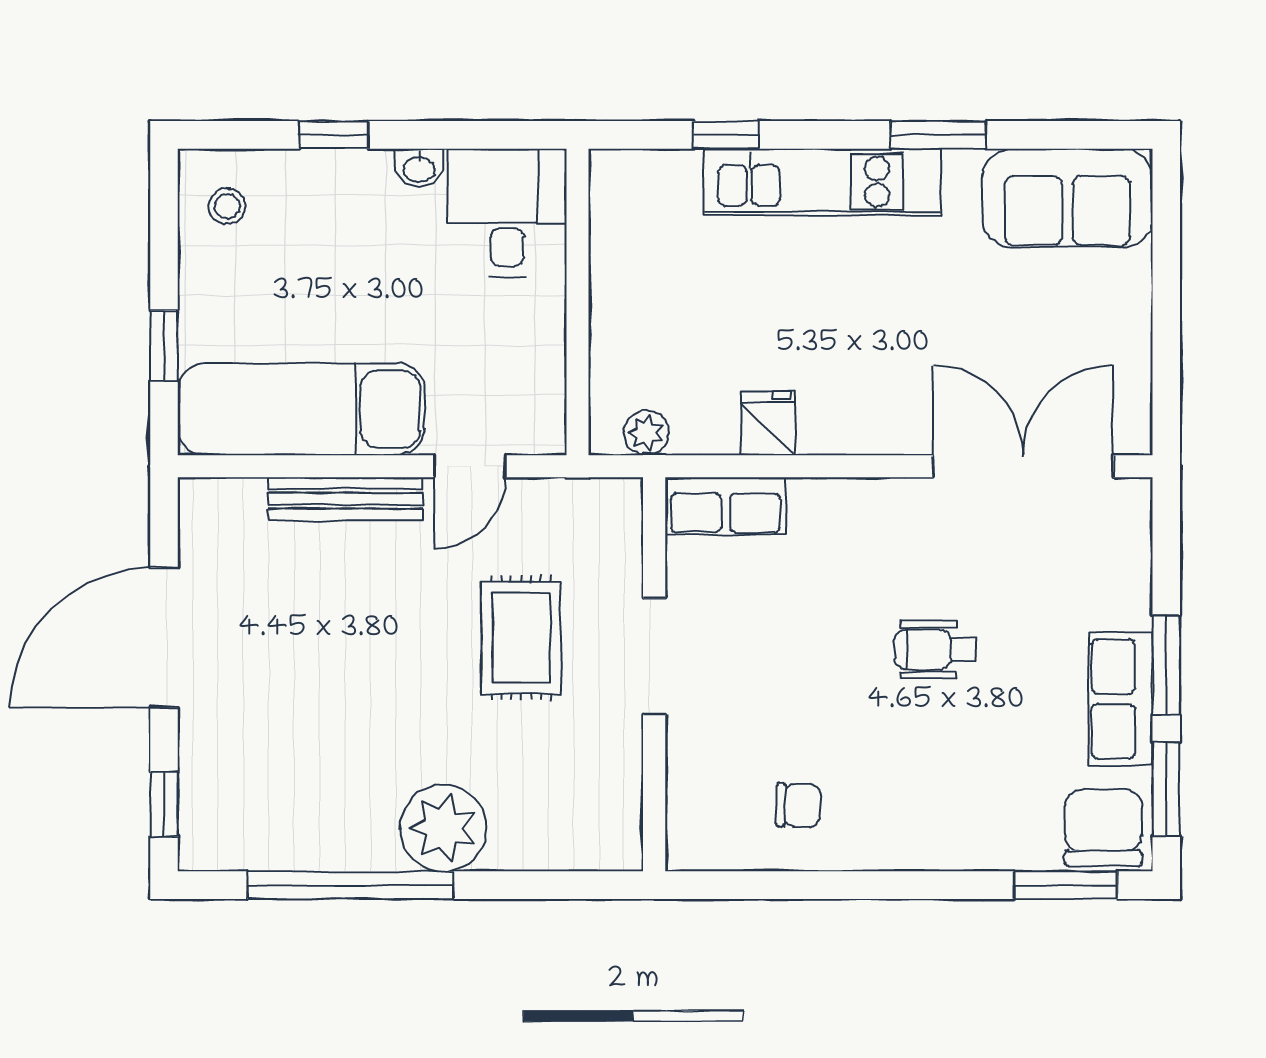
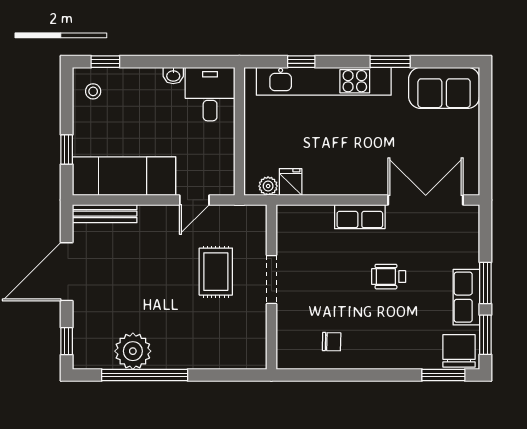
window: (334, 135) -> (105, 62), moved
kitchen unit: (822, 182) -> (324, 81), width x1.36
fridge: (768, 423) -> (291, 182), moved
bench: (345, 499) -> (105, 214), moved
row of seats: (726, 506) -> (360, 217), moved
plant: (443, 828) -> (133, 351), moved

